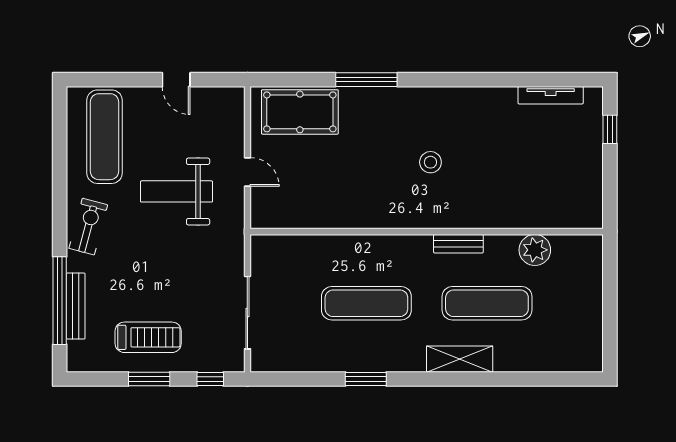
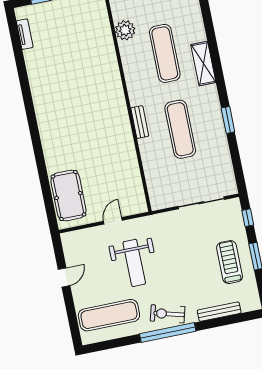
window: (366, 80) -> (40, 158), removed
tv unit: (551, 95) -> (25, 34), width x0.71
stool: (430, 162) -> (83, 107), removed
bench: (458, 244) -> (140, 122), moved
window: (60, 301) -> (168, 333), moved

